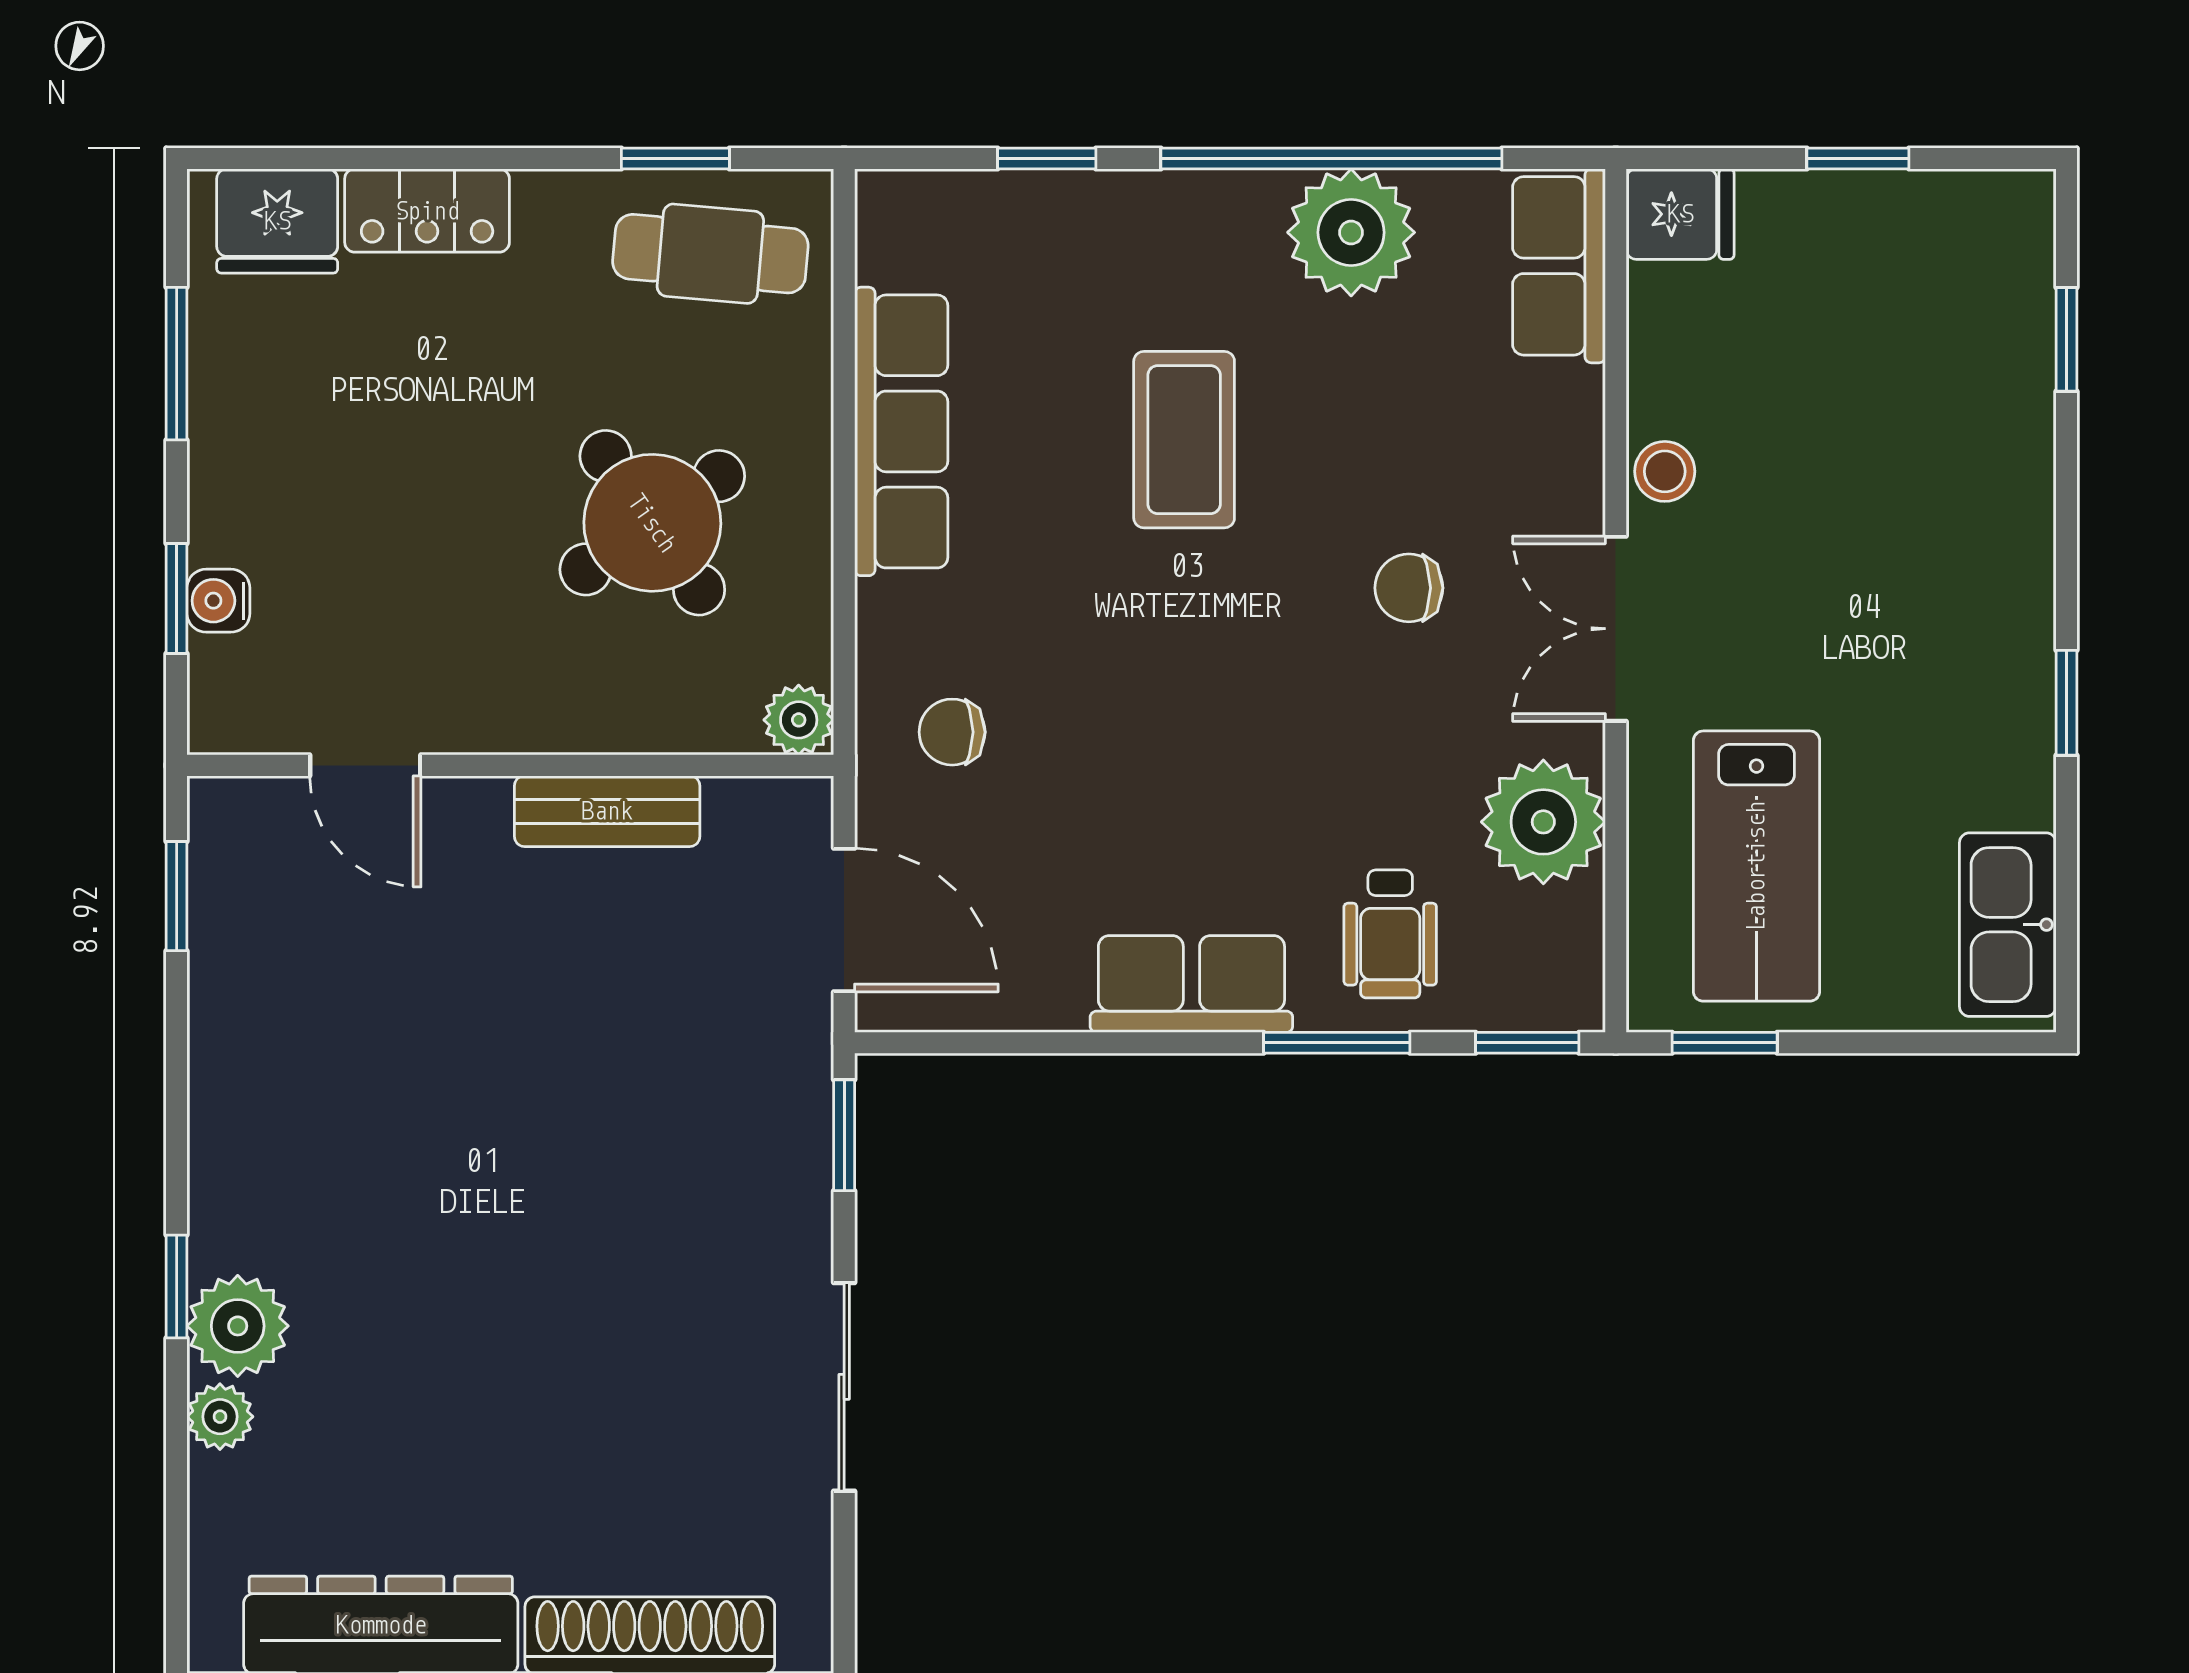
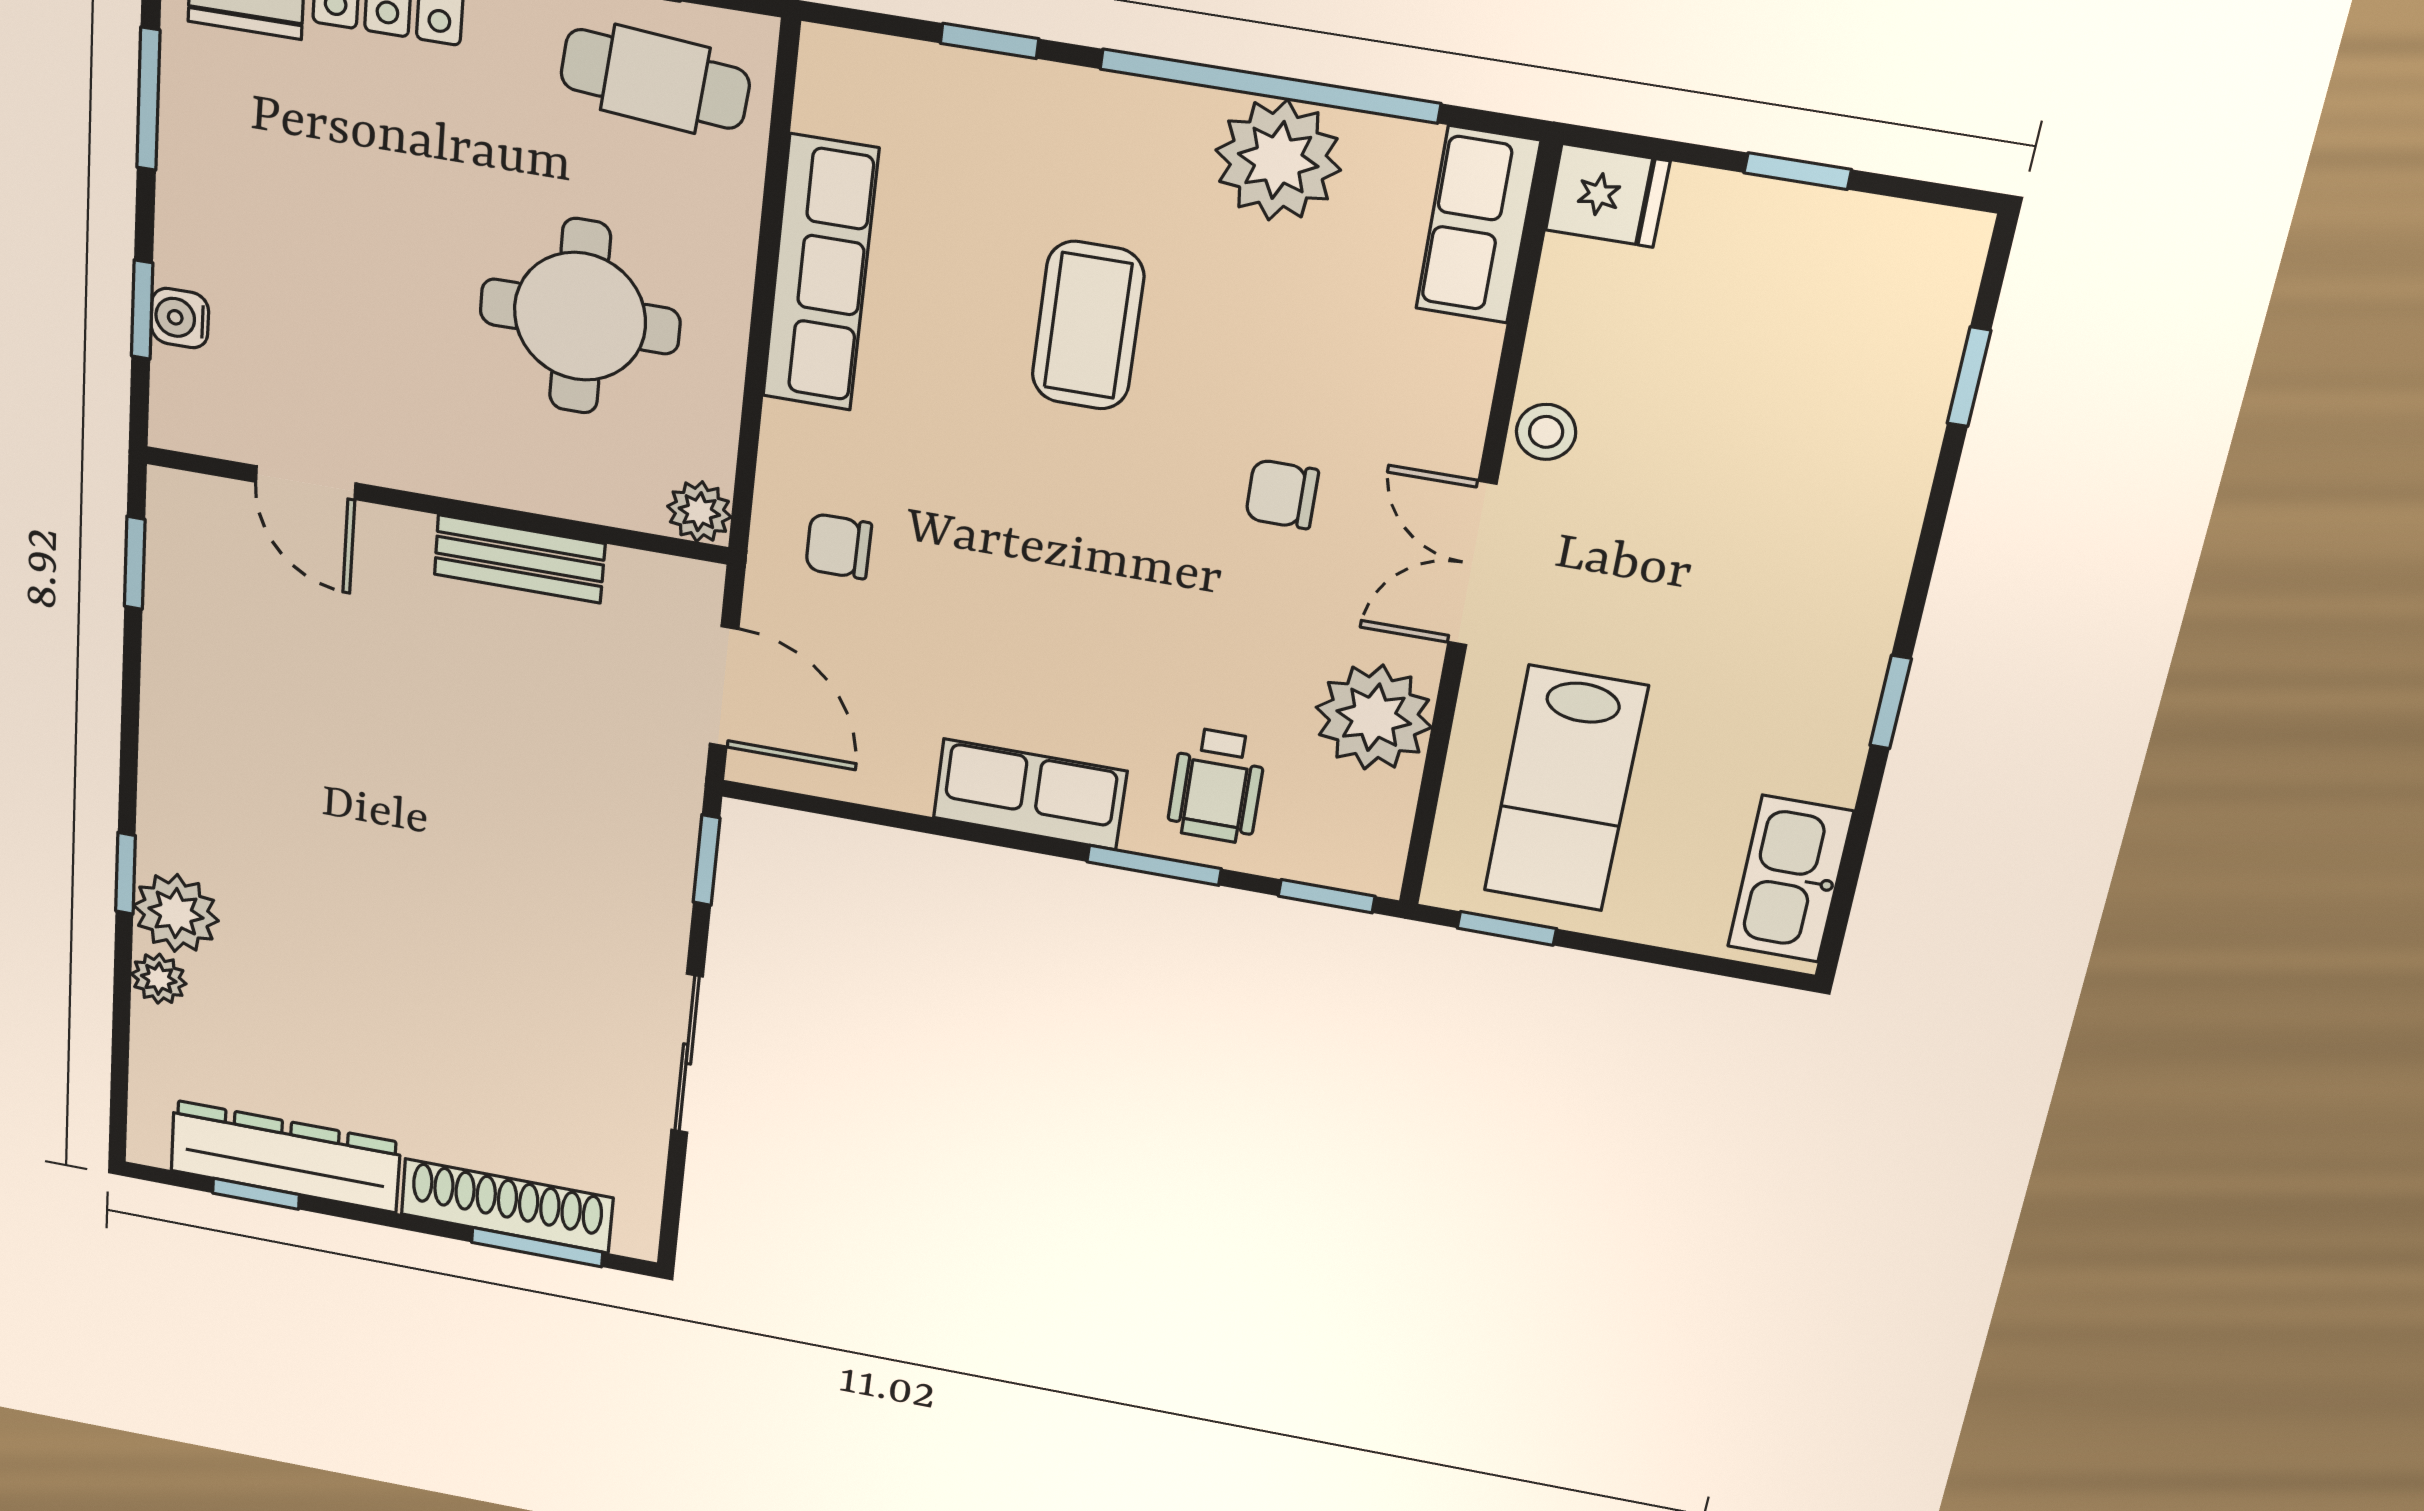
round table: (652, 523) -> (580, 316), turned 35

